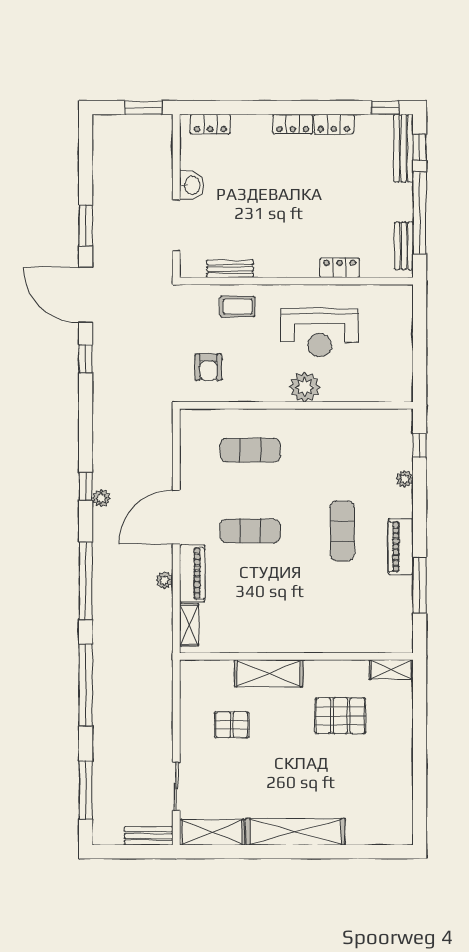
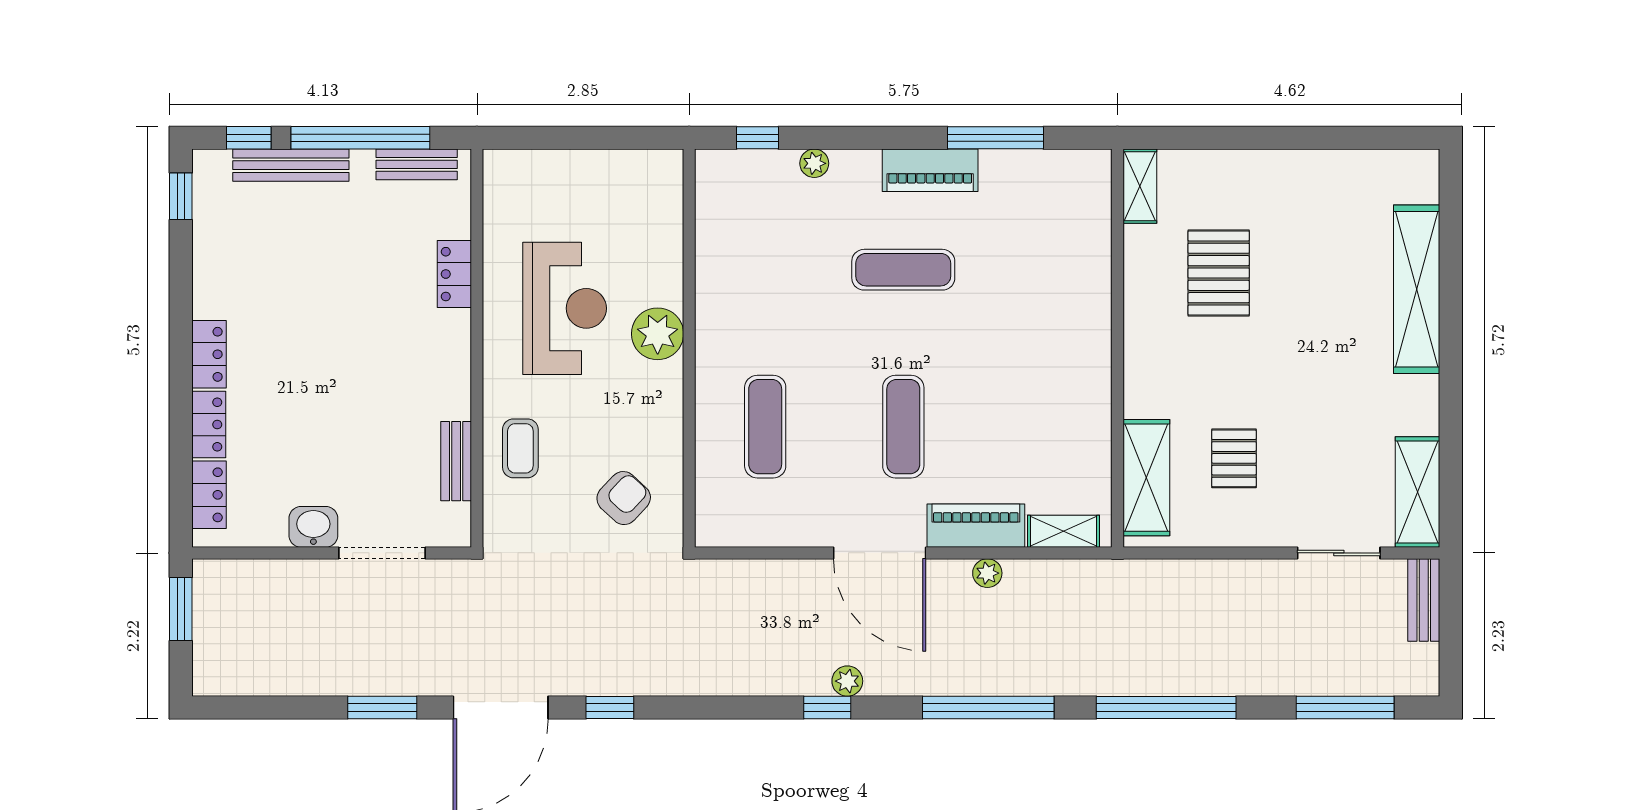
locker: (334, 124) -> (209, 425), moved
bench: (404, 148) -> (291, 165), moved
armchair: (208, 367) -> (624, 498), turned -47
shelving: (269, 673) -> (1146, 478), moved
shelving: (296, 832) -> (1417, 289), moved

